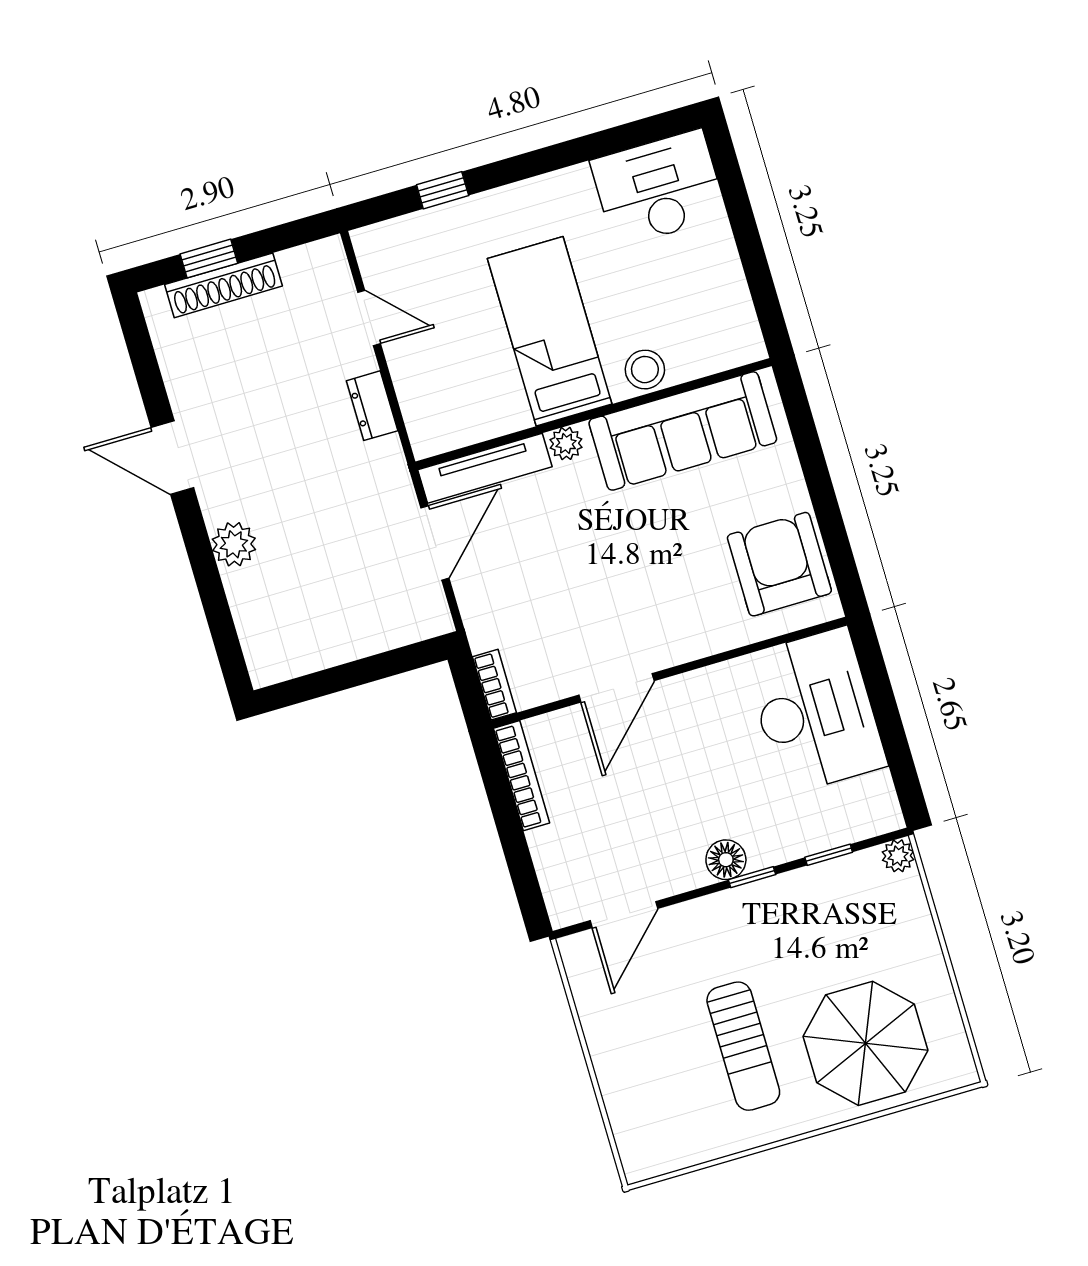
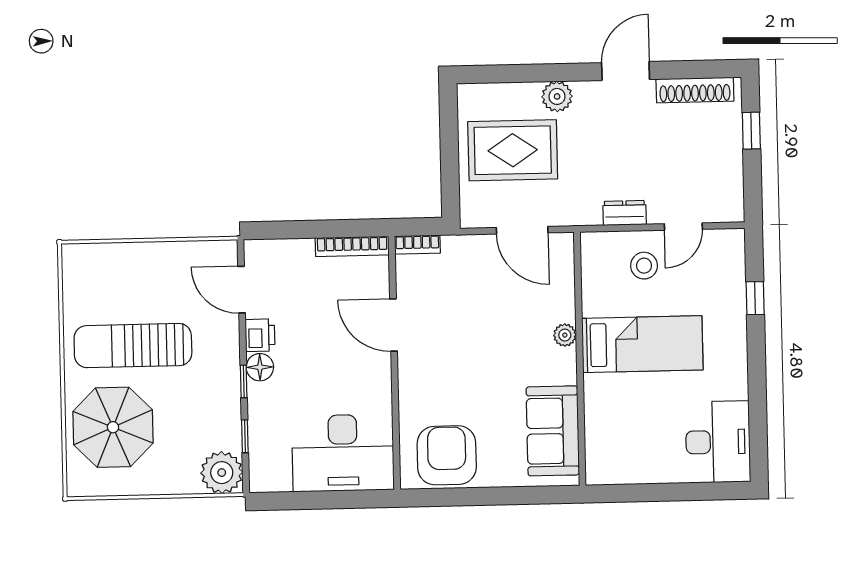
shoe rack: (223, 285) -> (695, 90), moved, turned -90
stool: (645, 370) -> (644, 266), moved
sofa: (683, 431) -> (553, 431), width x0.73
tv unit: (485, 468) -> (563, 277), removed
armchair: (779, 564) -> (447, 455), turned -90
rug: (326, 586) -> (513, 150), added
plant: (898, 856) -> (222, 473), width x1.88, depth x1.88
printer: (681, 872) -> (260, 335), added
sun lounger: (743, 1046) -> (133, 346), width x1.36, depth x1.34

